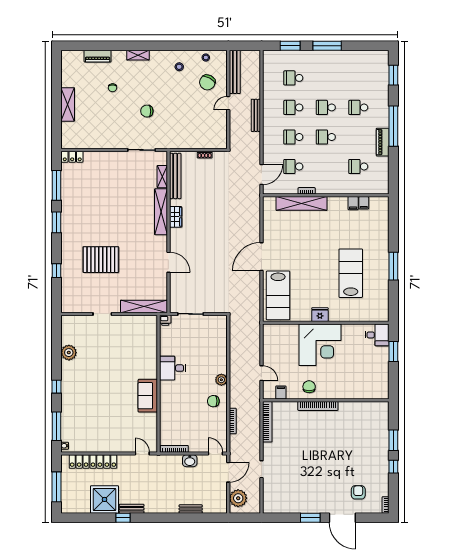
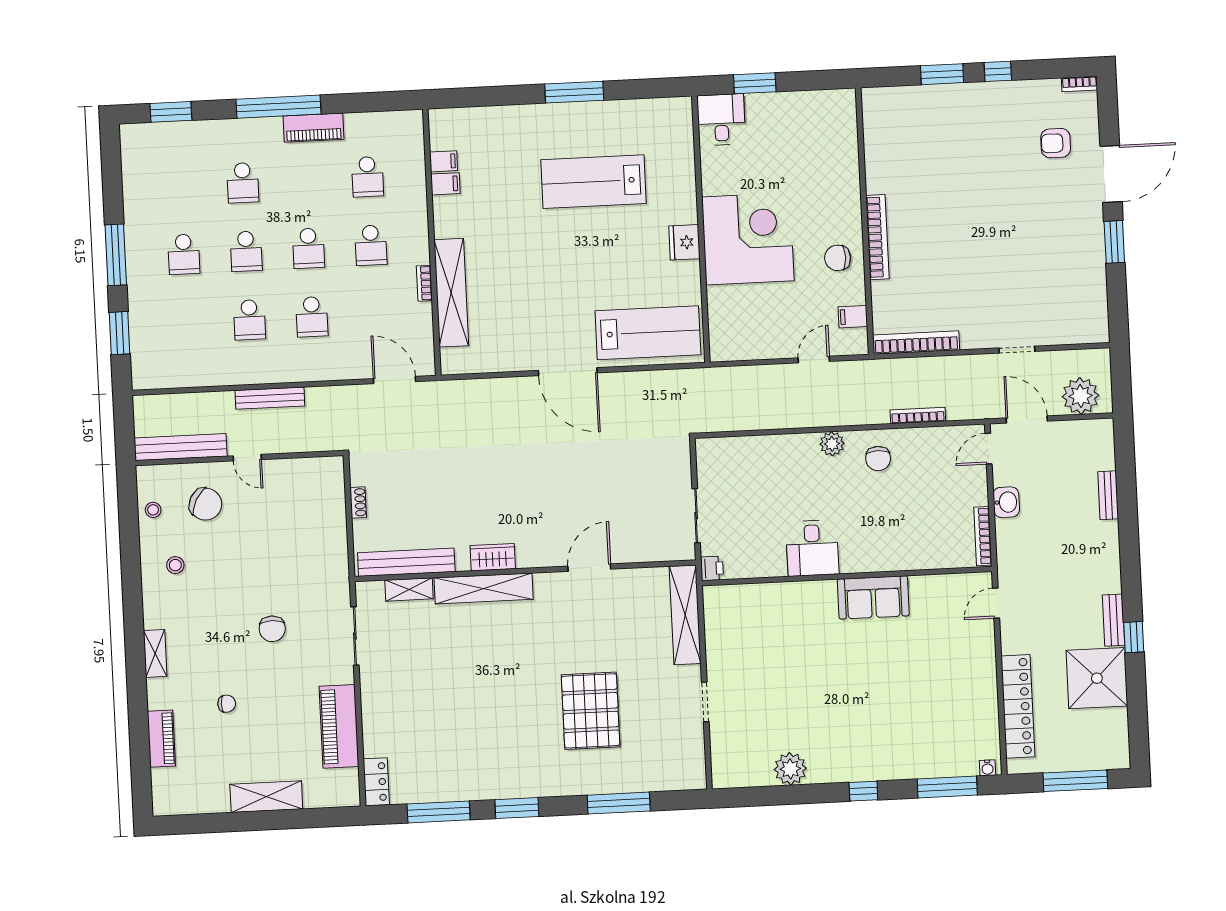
school desk: (293, 78) -> (184, 254), moved
piano: (99, 140) -> (339, 726), added
school desk: (293, 167) -> (371, 245), moved
window: (57, 271) -> (619, 803), width x2.17

